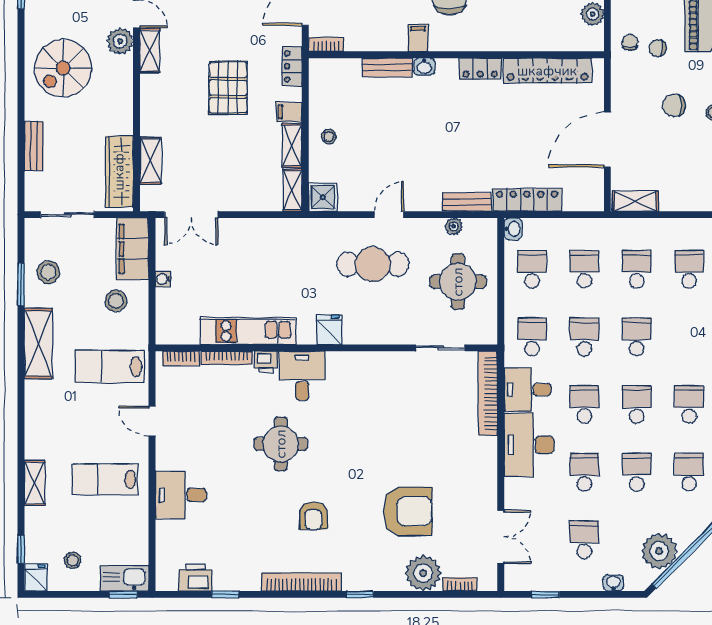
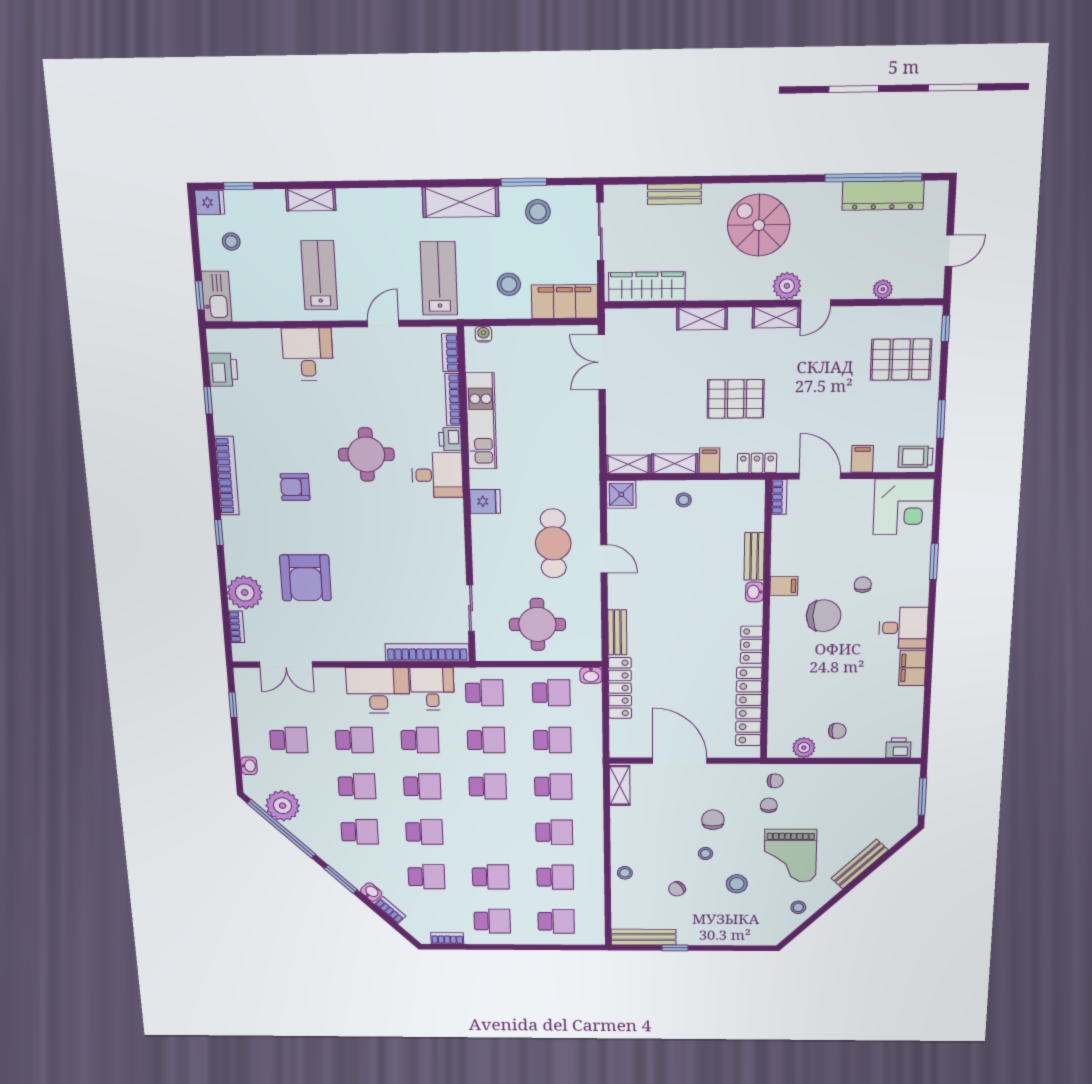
shelving: (150, 161) -> (702, 319), moved
plant: (454, 226) -> (593, 620), removed
water cooler: (163, 279) -> (483, 334), moved

